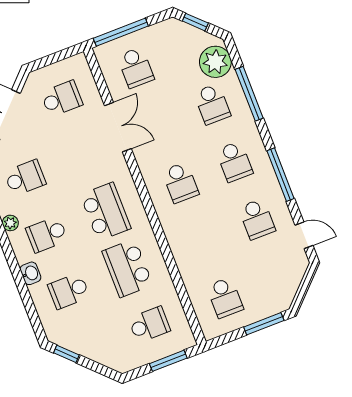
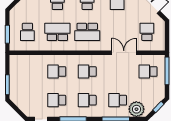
school desk: (62, 99) -> (147, 32), turned 180
double door: (118, 127) -> (124, 53), swing flipped
school desk: (225, 298) -> (57, 72), moved

